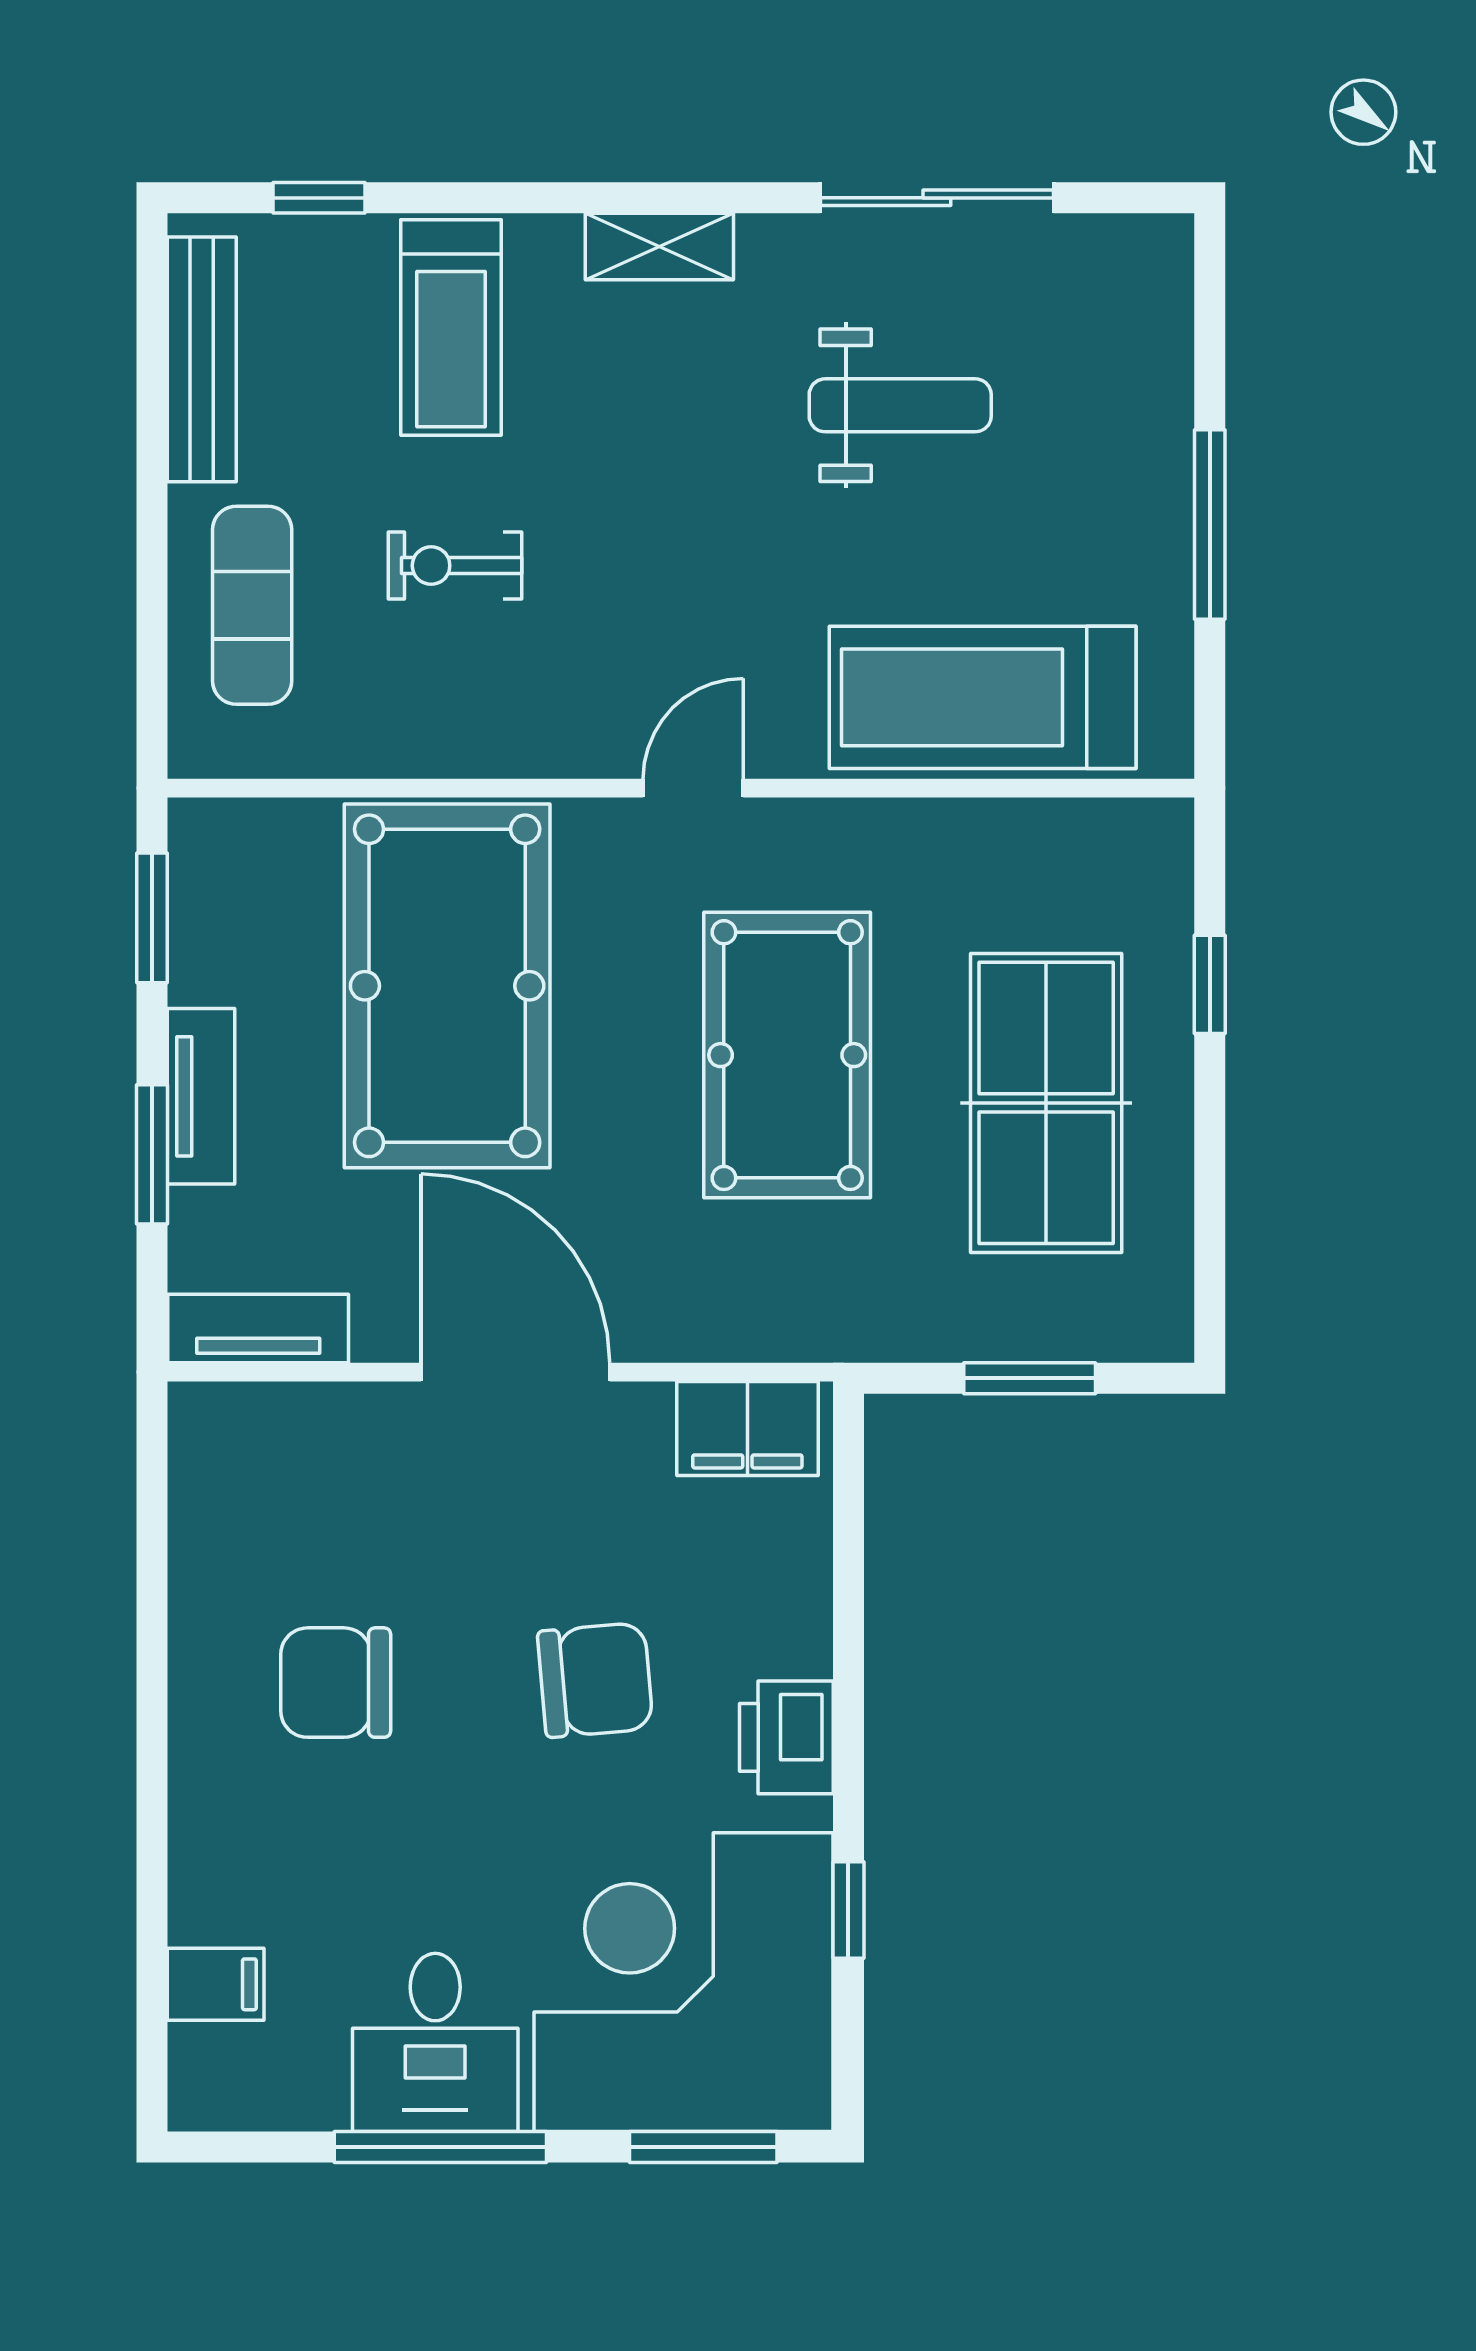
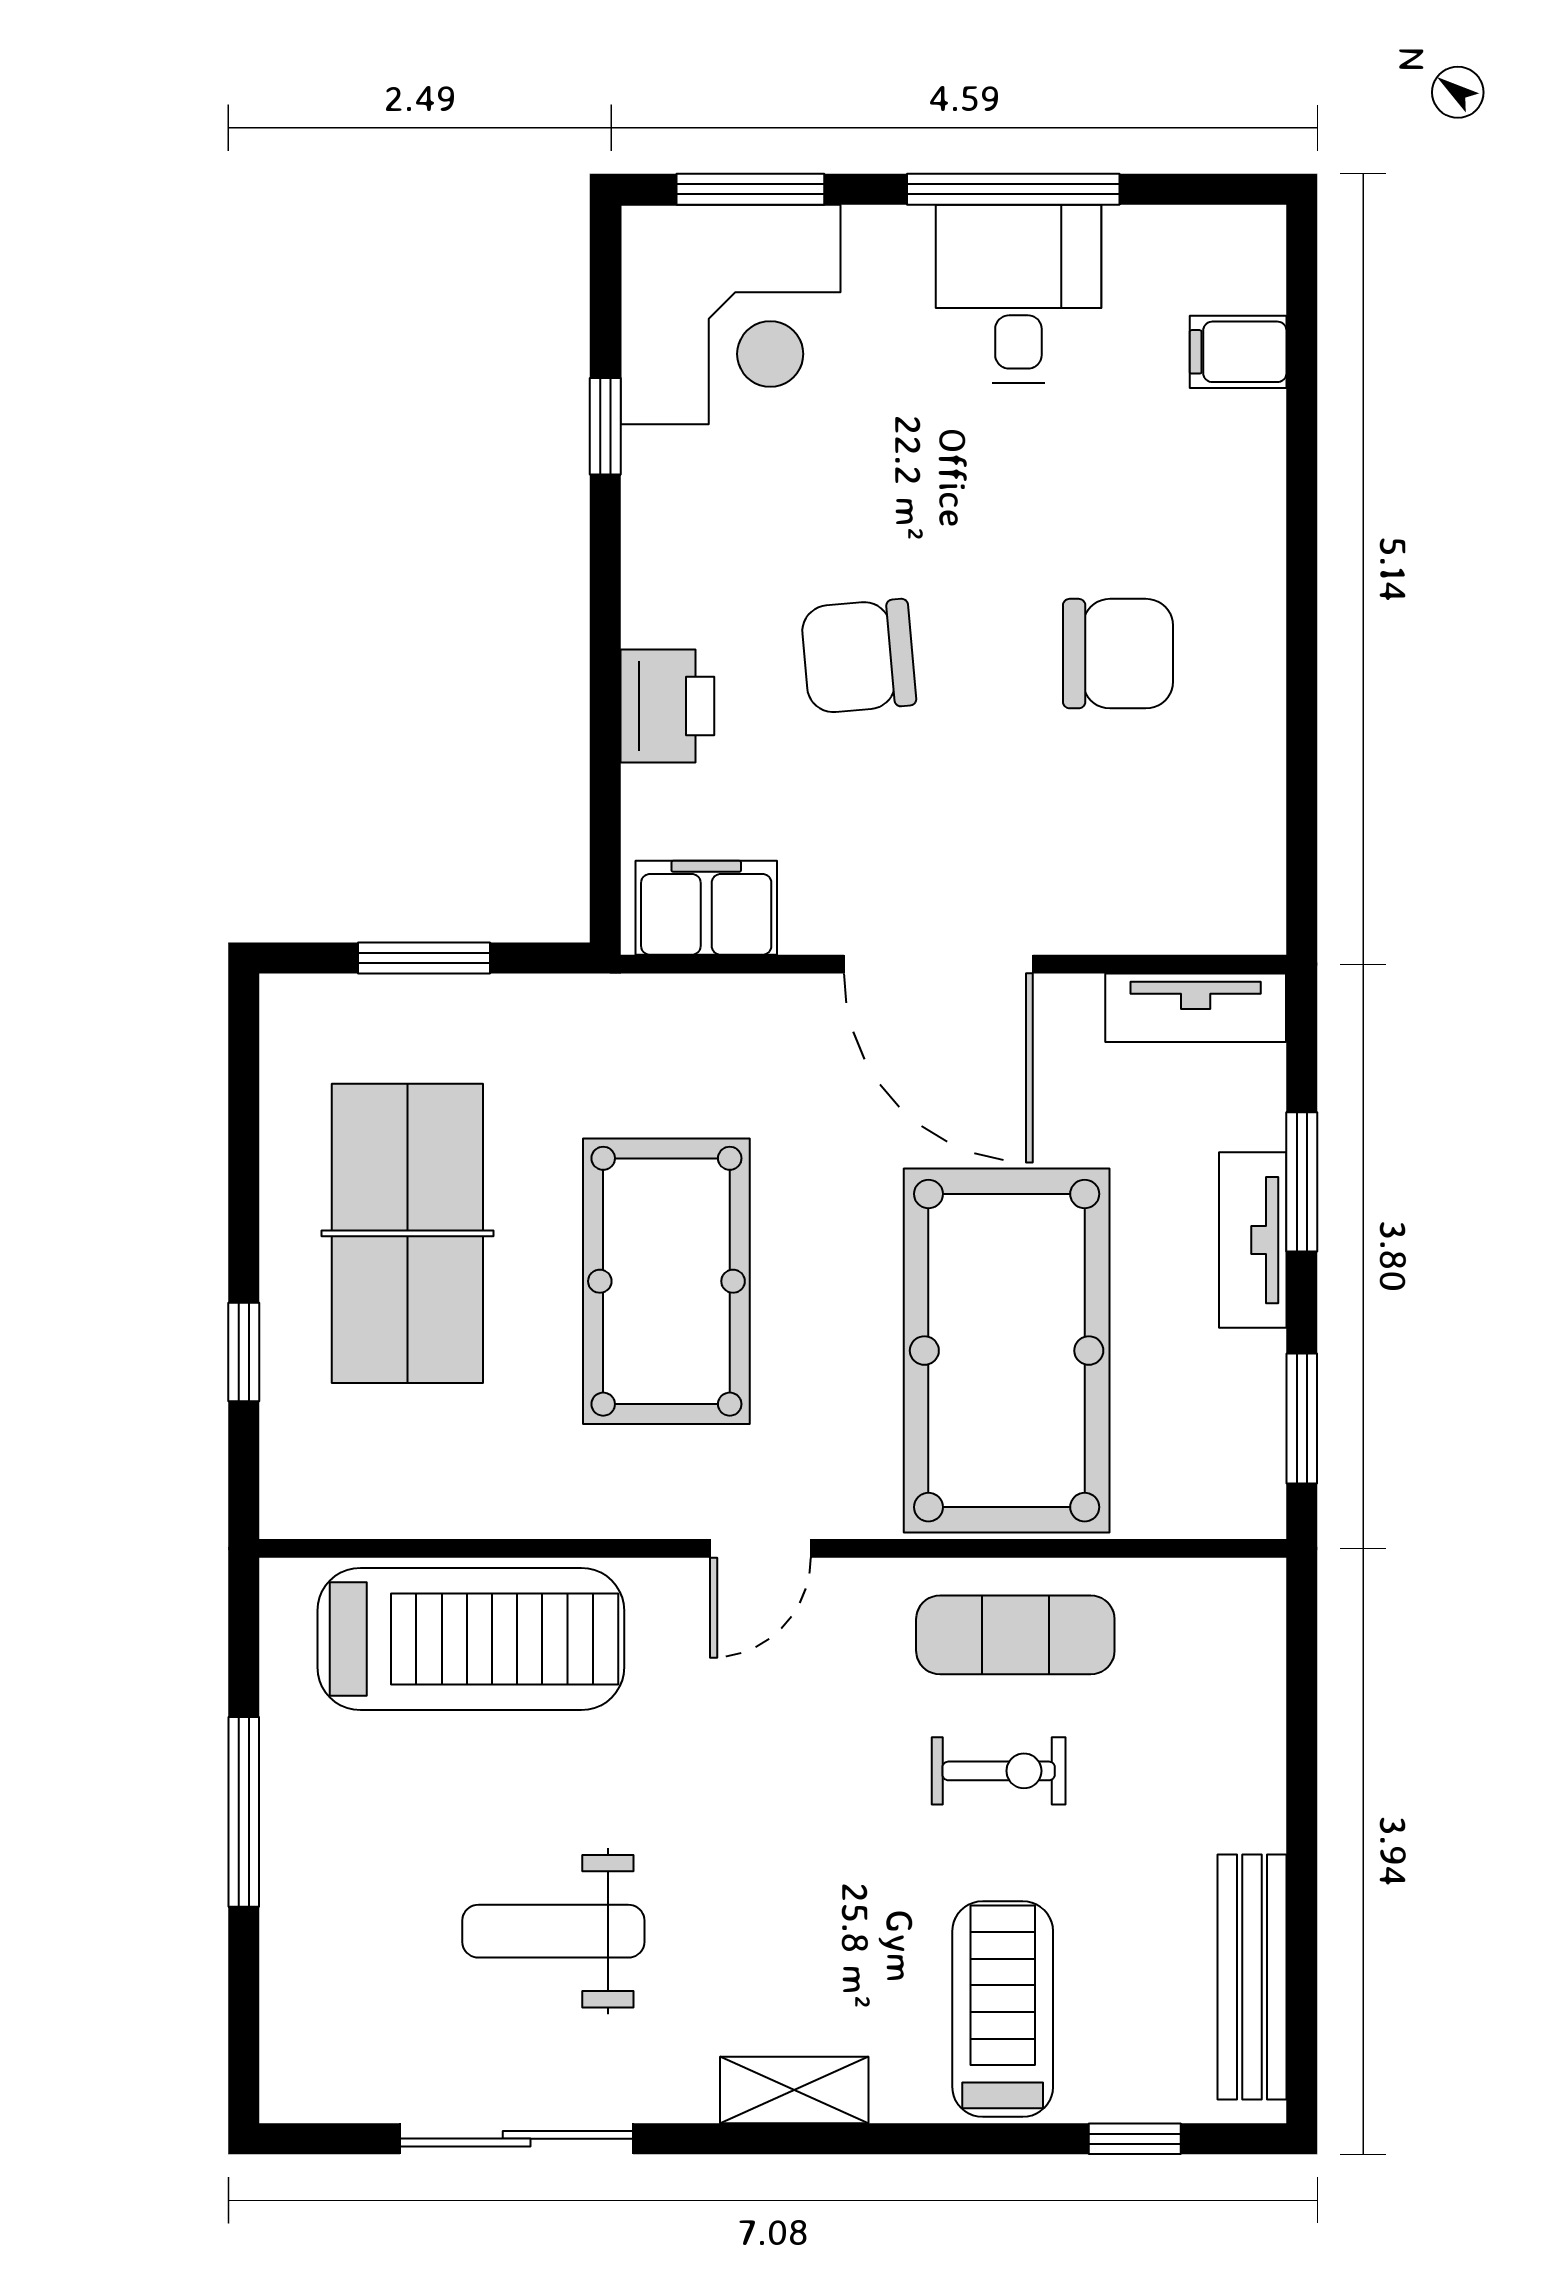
exercise mat: (252, 605) -> (1015, 1635), moved, turned 90
printer: (786, 1737) -> (667, 706), moved
corner desk: (683, 1982) -> (731, 314), width x0.74, depth x0.74

